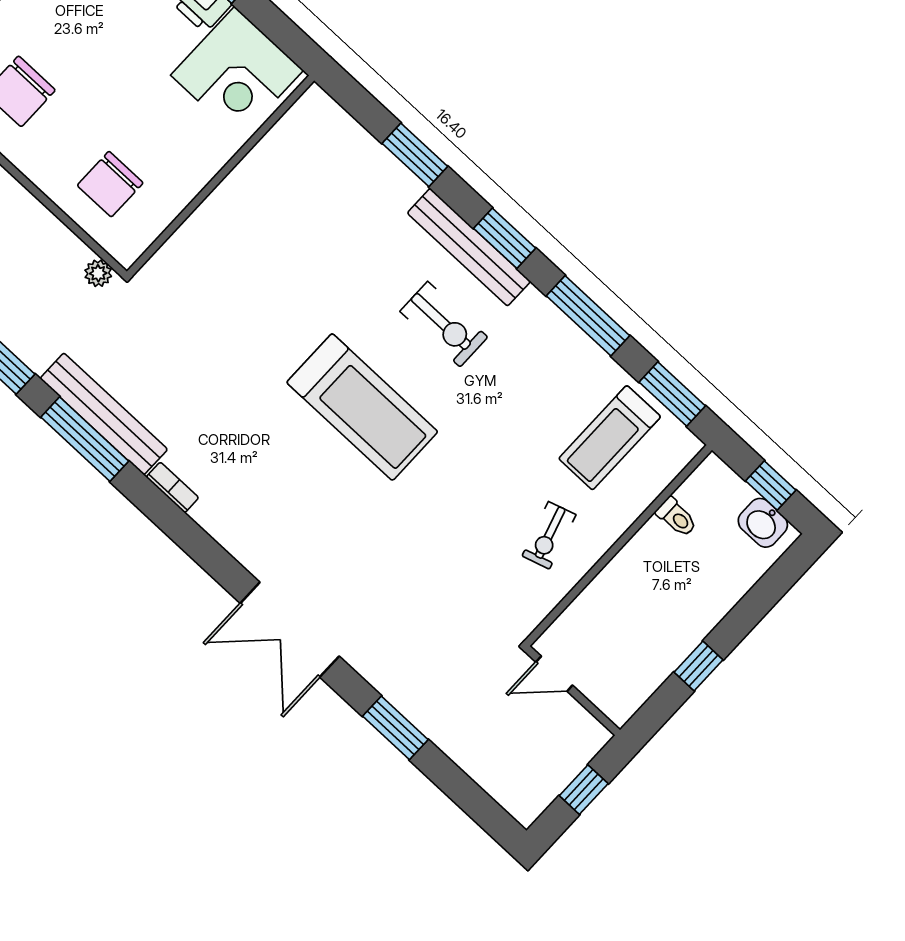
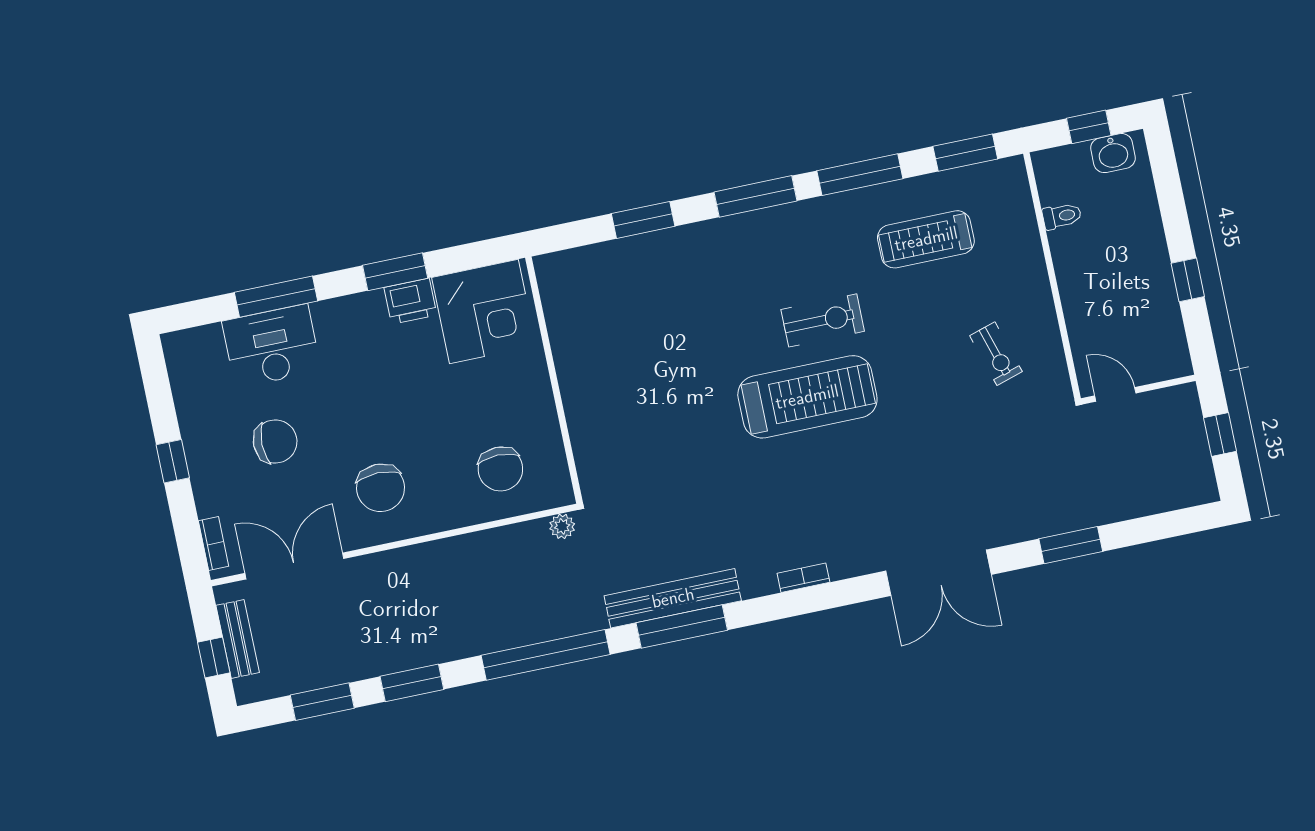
window: (505, 238) -> (755, 196), width x1.44
bench: (469, 247) -> (743, 229), removed
exercise bike: (444, 324) -> (823, 320), moved
treadmill: (610, 438) -> (926, 239), moved, turned 90
bookcase: (172, 487) -> (803, 578), moved
exercise bike: (549, 535) -> (996, 354), moved
door: (554, 674) -> (1115, 394), swing flipped

